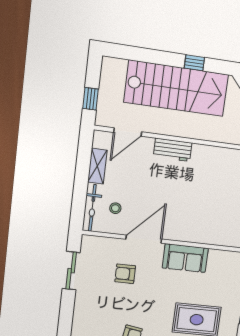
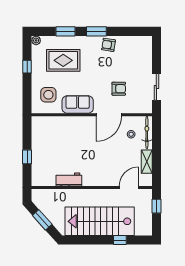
window: (194, 63) -> (120, 240), moved
workbench: (173, 150) -> (69, 180), moved
side table: (223, 276) -> (48, 95), added

